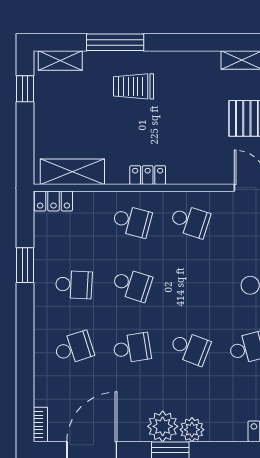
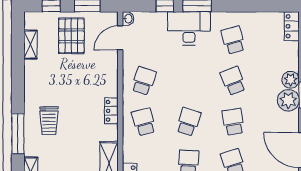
school desk: (132, 221) -> (144, 122), turned -30
school desk: (190, 348) -> (233, 81), turned -42

